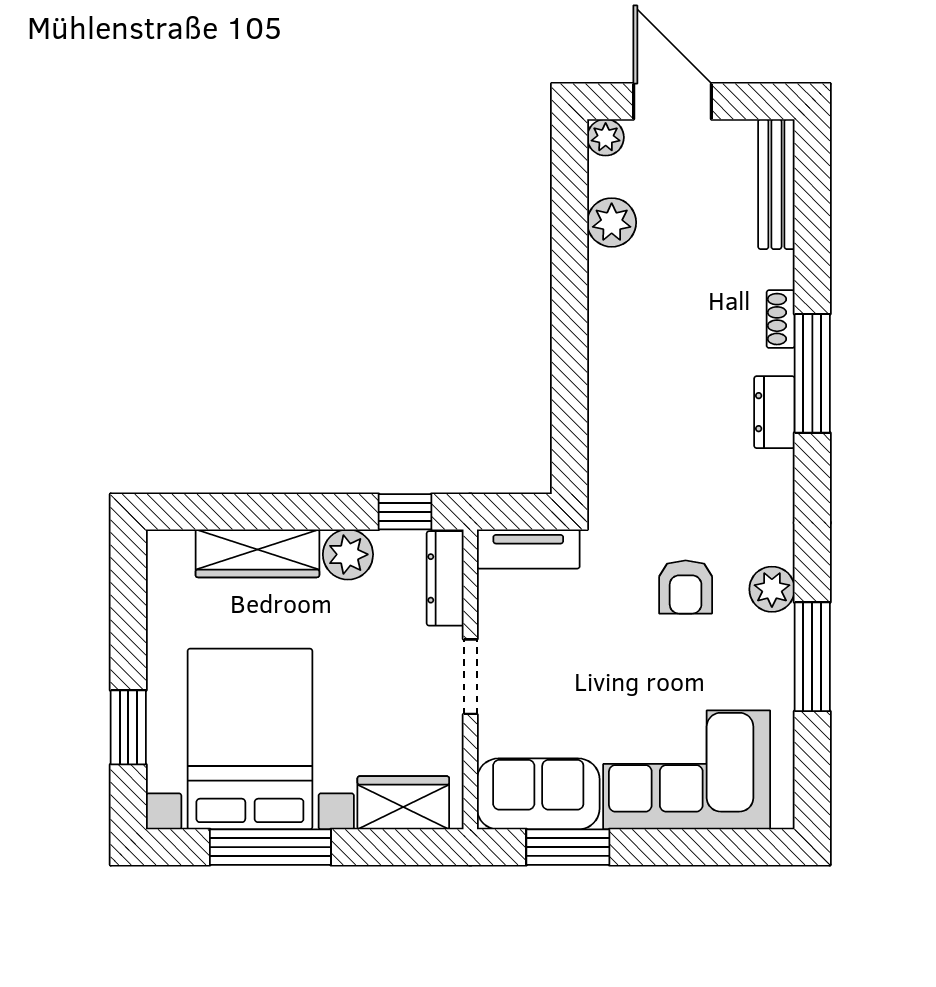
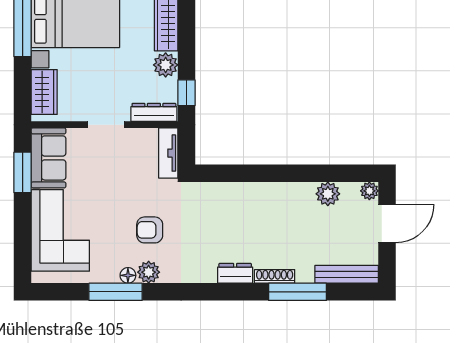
shoe rack: (781, 319) -> (275, 276), width x1.43
window: (812, 373) -> (297, 292), moved
floor lamp: (779, 631) -> (128, 275), added

